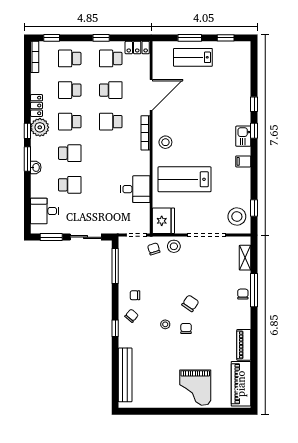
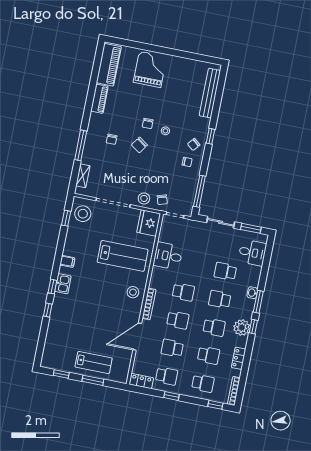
locker: (37, 105) -> (239, 358), moved
school desk: (111, 153) -> (183, 292), added
chair: (243, 294) -> (112, 139), moved

